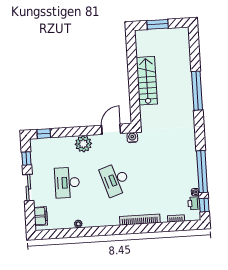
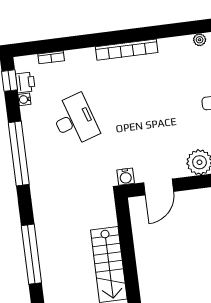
window: (202, 172) -> (19, 153), moved
desk: (115, 180) -> (75, 120), moved
bookcase: (140, 220) -> (127, 50), moved

